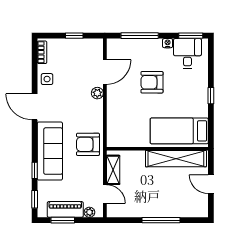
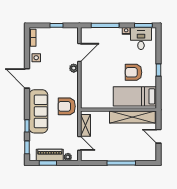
armchair: (152, 82) -> (134, 72), moved

